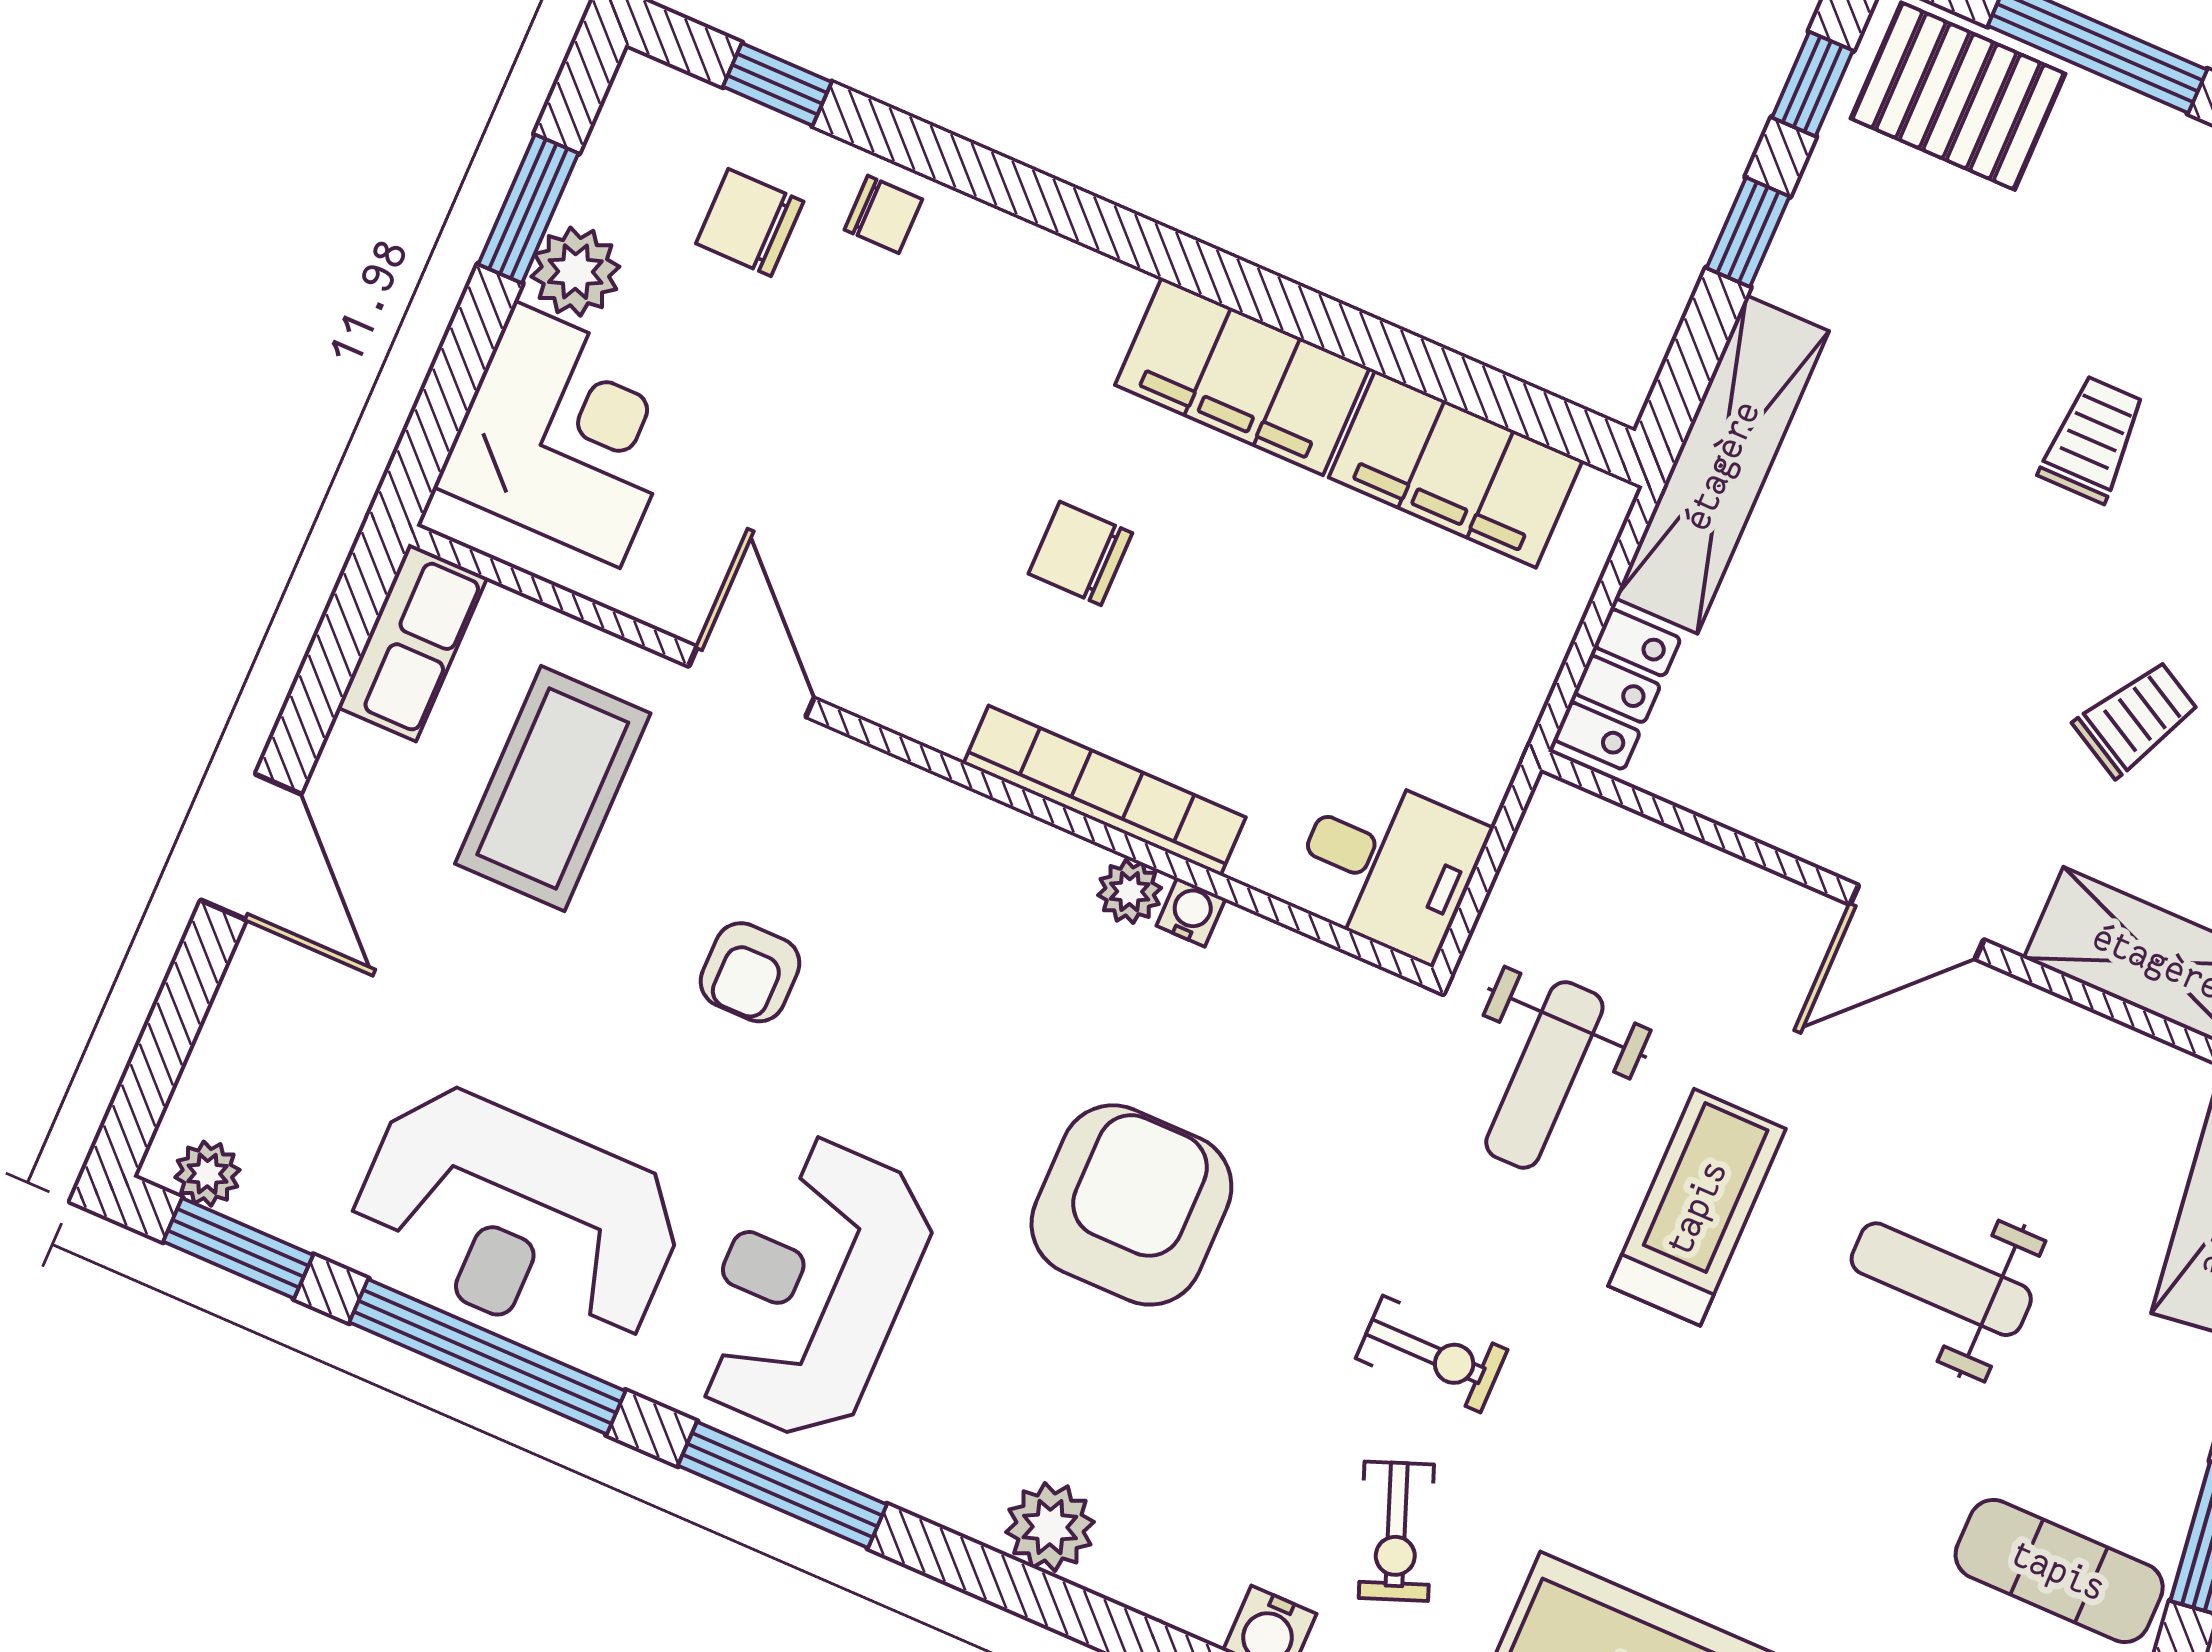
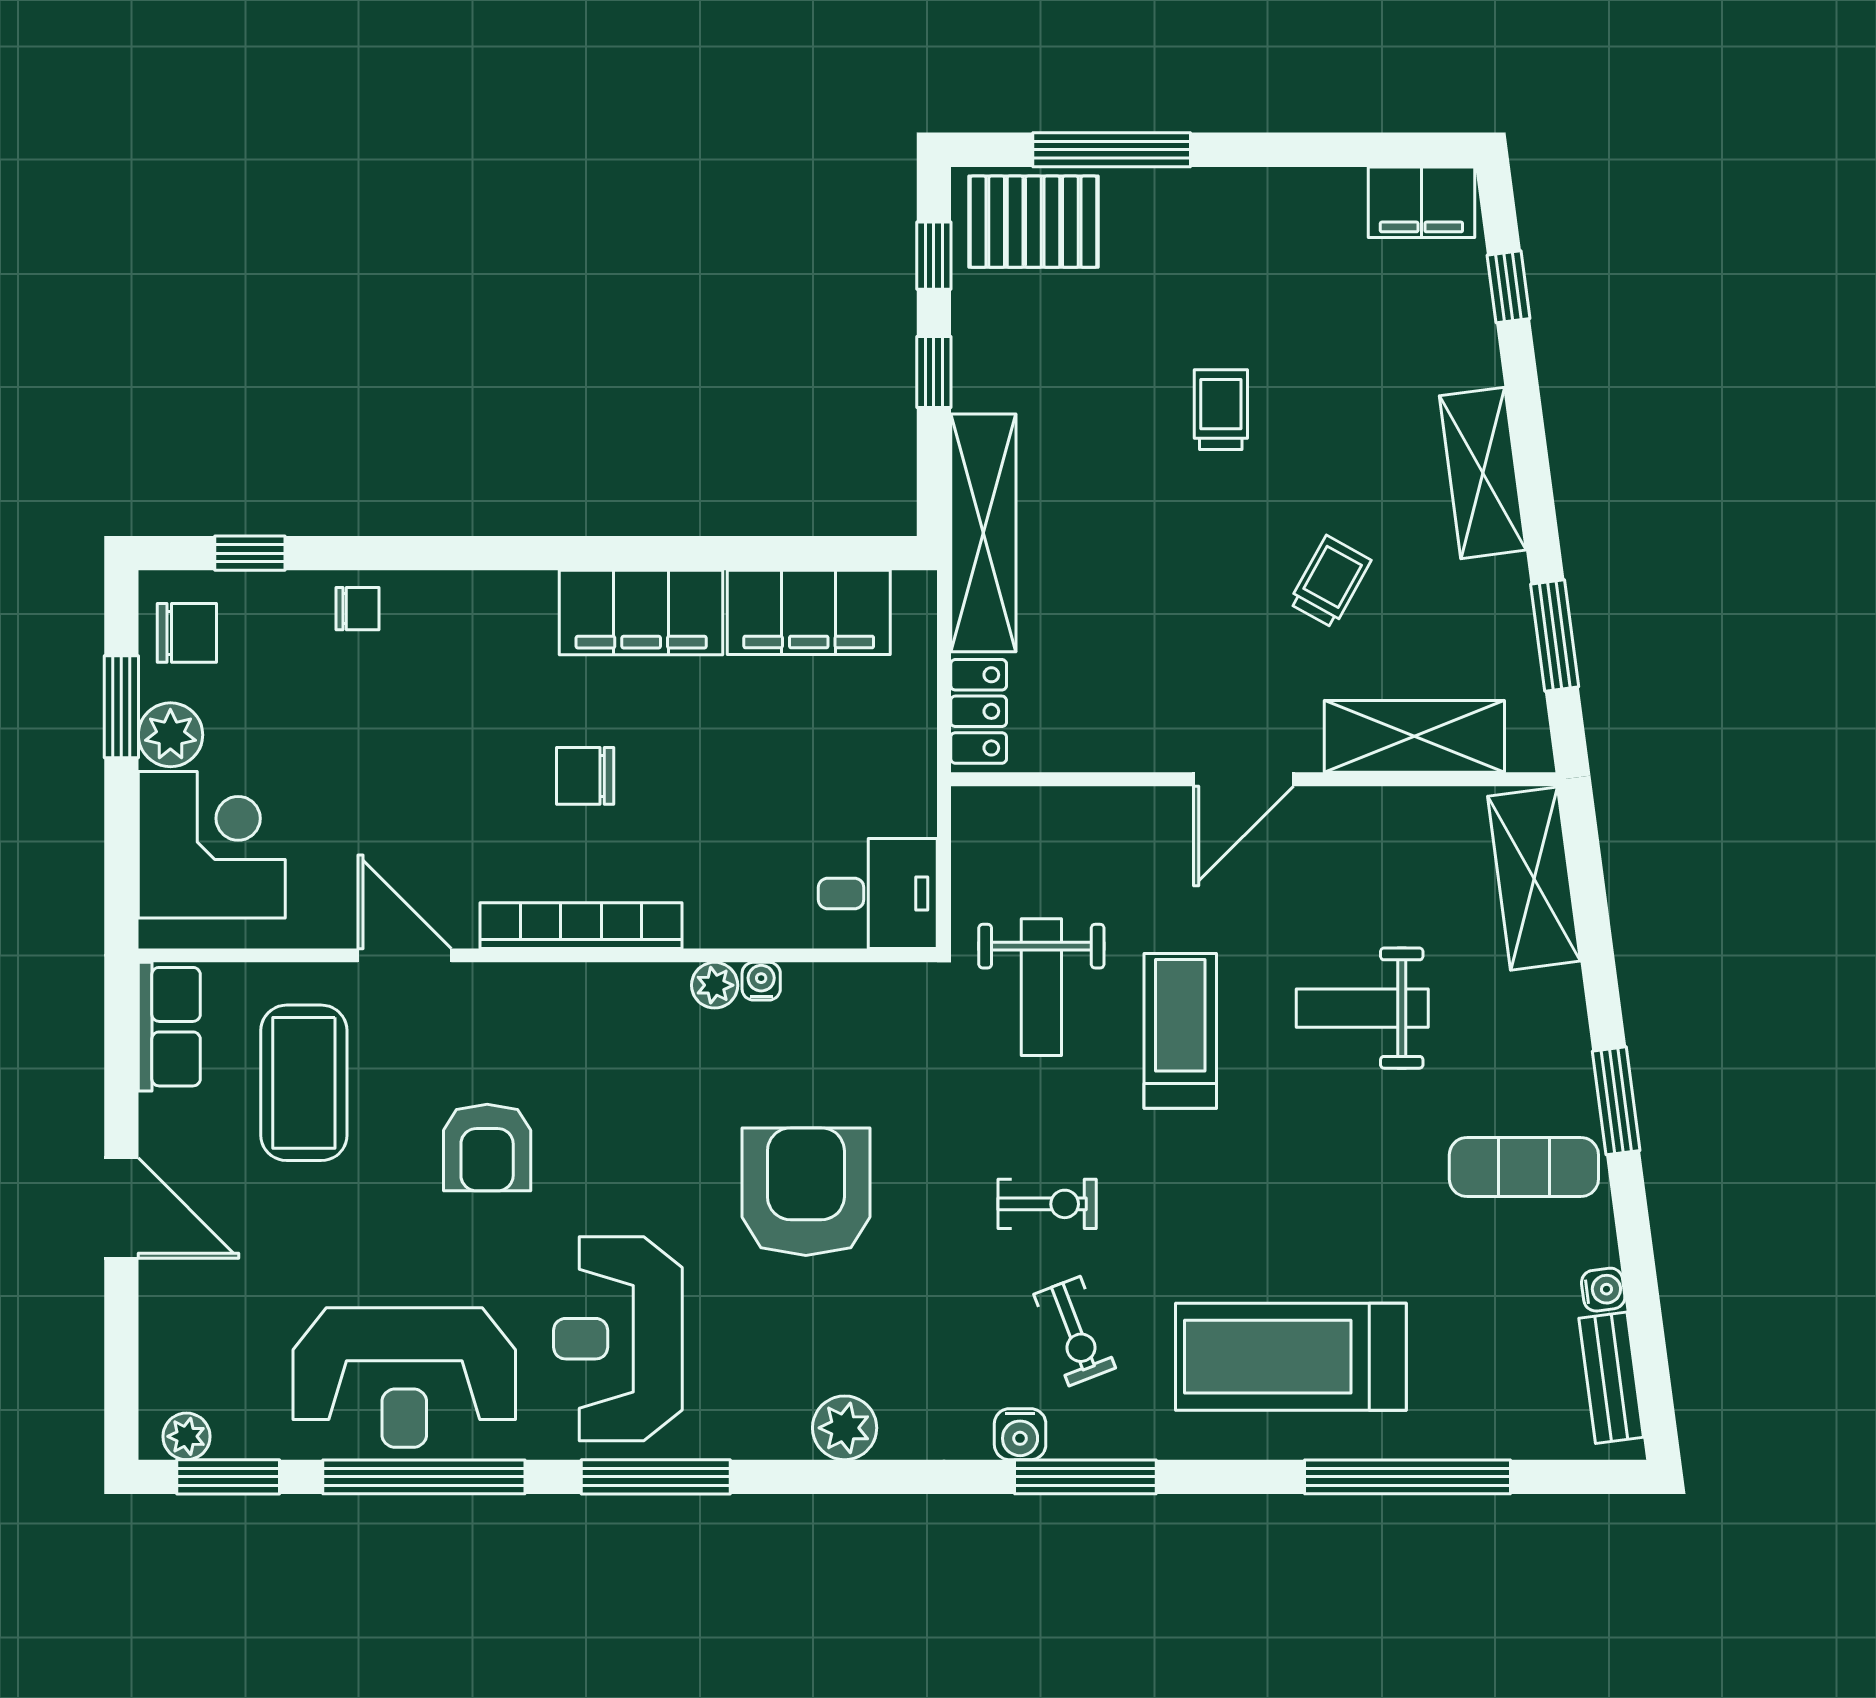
chair: (750, 222) -> (187, 633), moved, turned 180
bookcase: (1105, 791) -> (581, 926), moved
armchair: (750, 972) -> (487, 1148), width x1.38, depth x1.38

